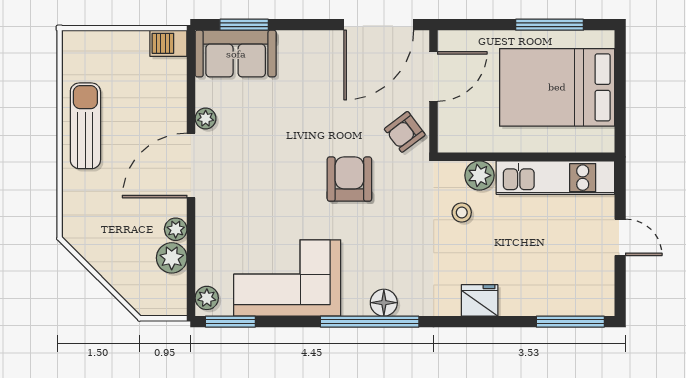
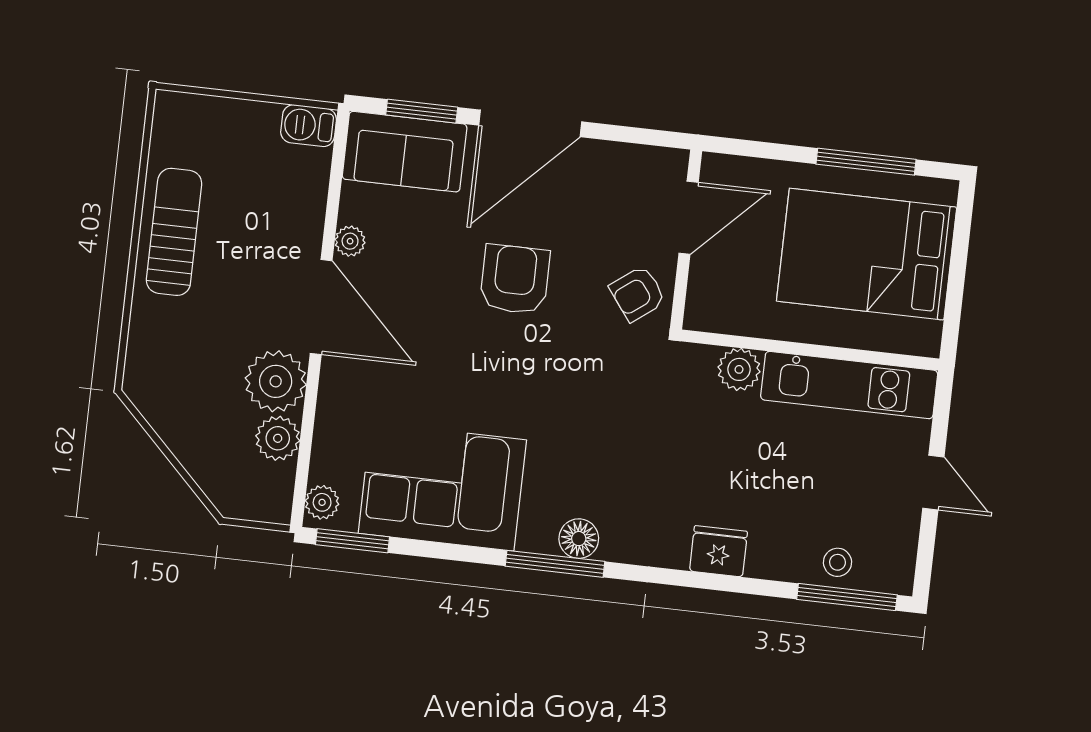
door: (379, 25) -> (530, 123), moved
door: (191, 165) -> (321, 307), swing flipped
armchair: (349, 179) -> (515, 279), moved
stool: (462, 212) -> (837, 562), moved
plant: (176, 229) -> (276, 381), width x1.88, depth x1.88
window: (370, 322) -> (555, 564), width x0.68

